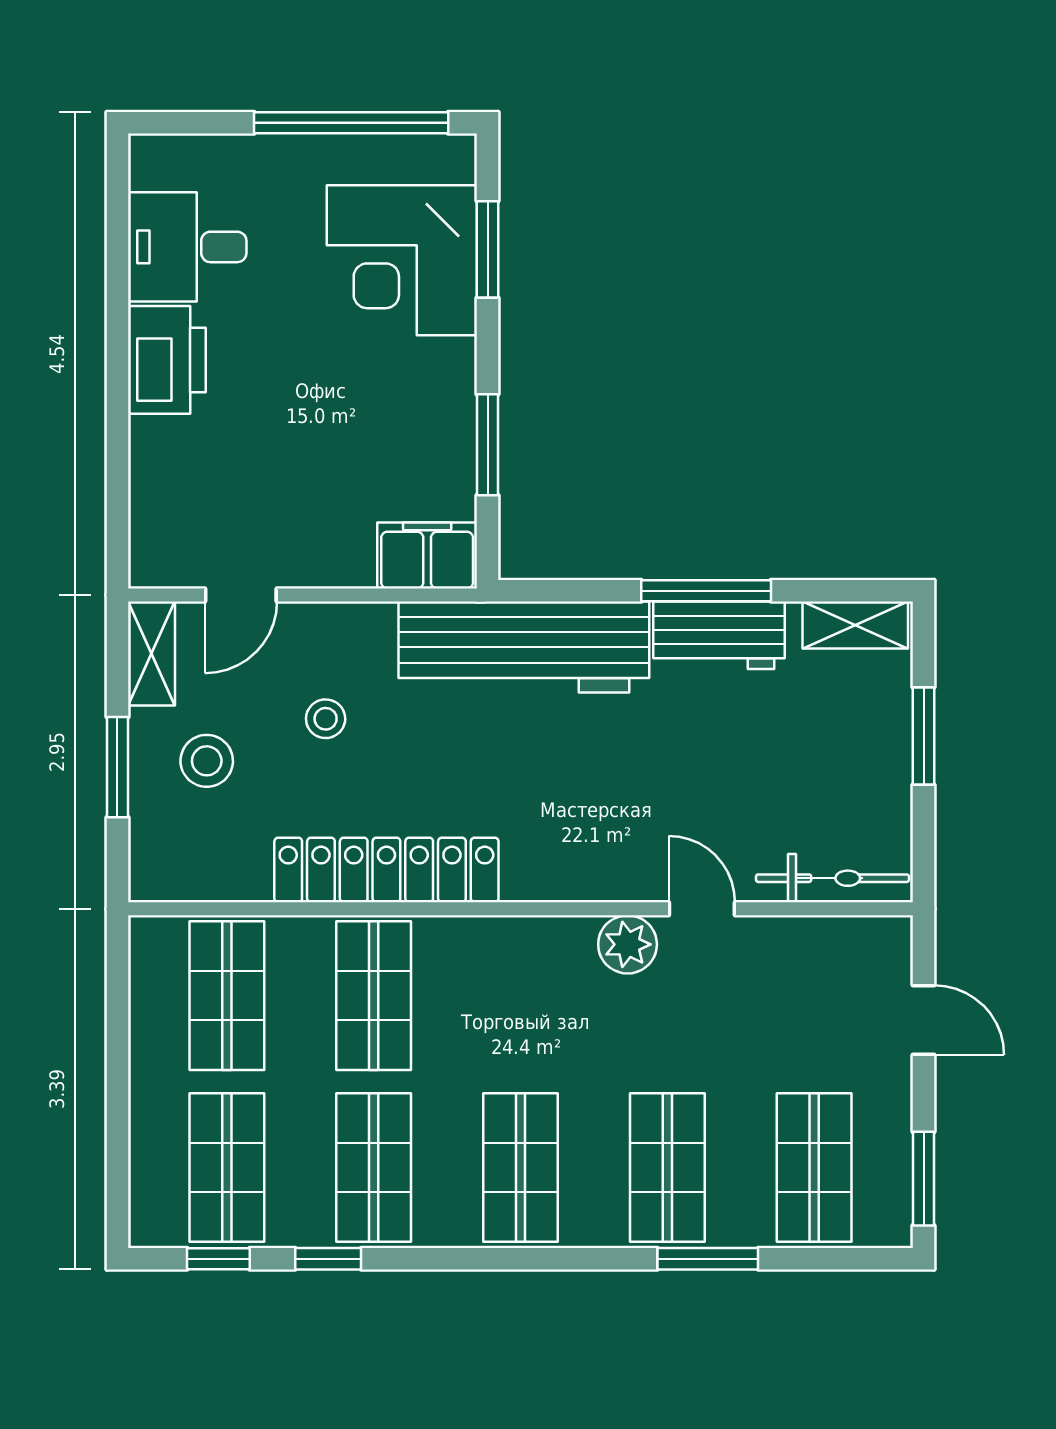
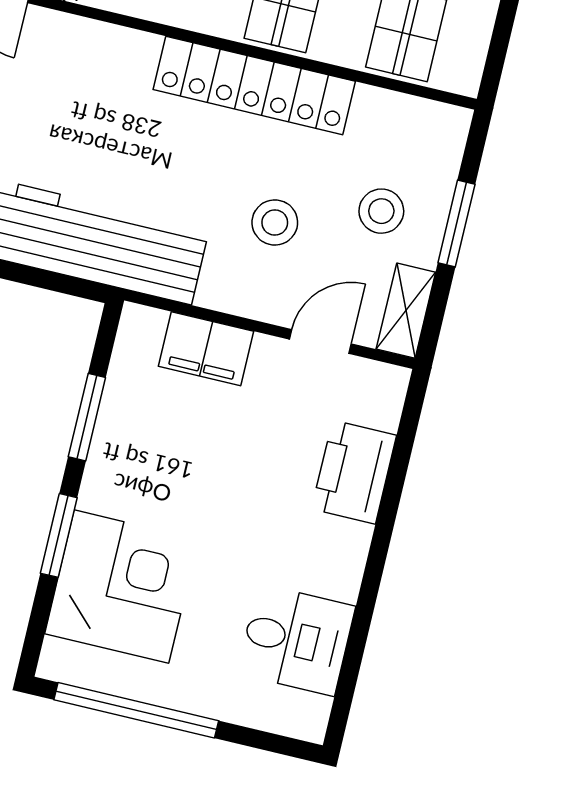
window: (488, 249) -> (59, 535), moved
printer: (167, 360) -> (354, 472), moved
filing cabinet: (427, 555) -> (206, 349), moved
stool: (326, 719) -> (275, 222), width x1.37, depth x1.37

